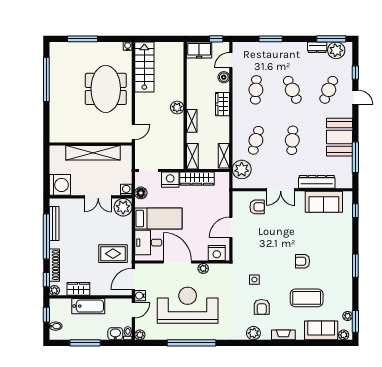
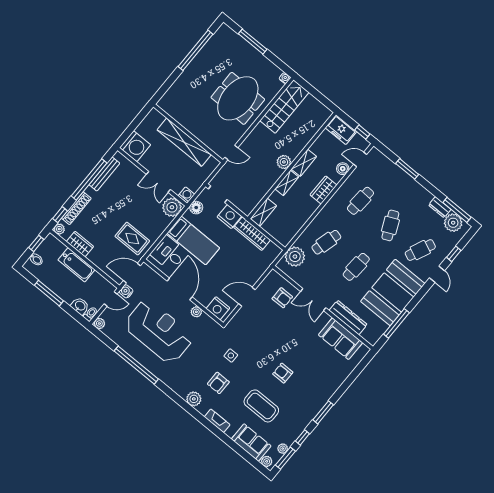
booth: (340, 137) -> (393, 292), width x1.36, depth x1.42
shelving: (224, 156) -> (304, 163), moved
window: (355, 211) -> (302, 437), moved

